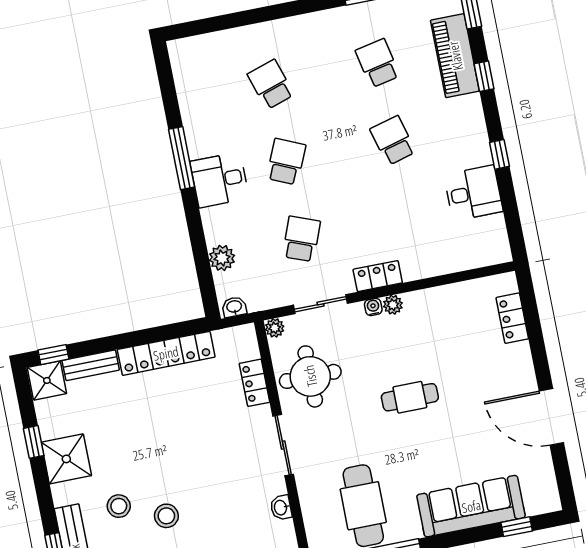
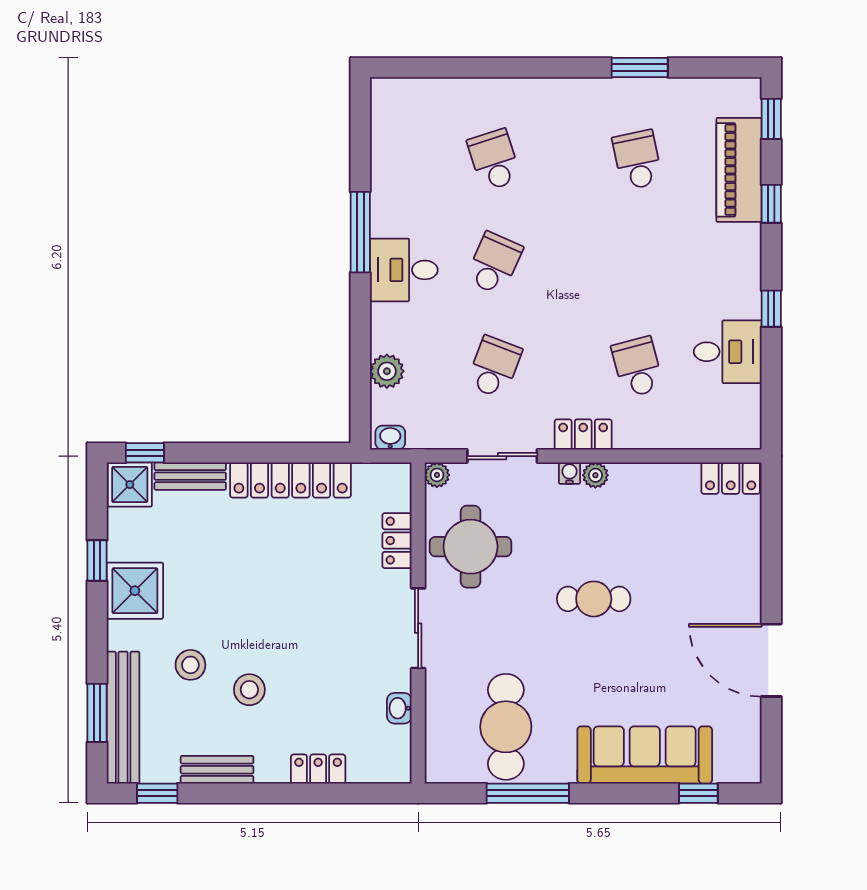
school desk: (393, 140) -> (637, 367), moved
locker: (512, 318) -> (731, 478), moved, turned -90

